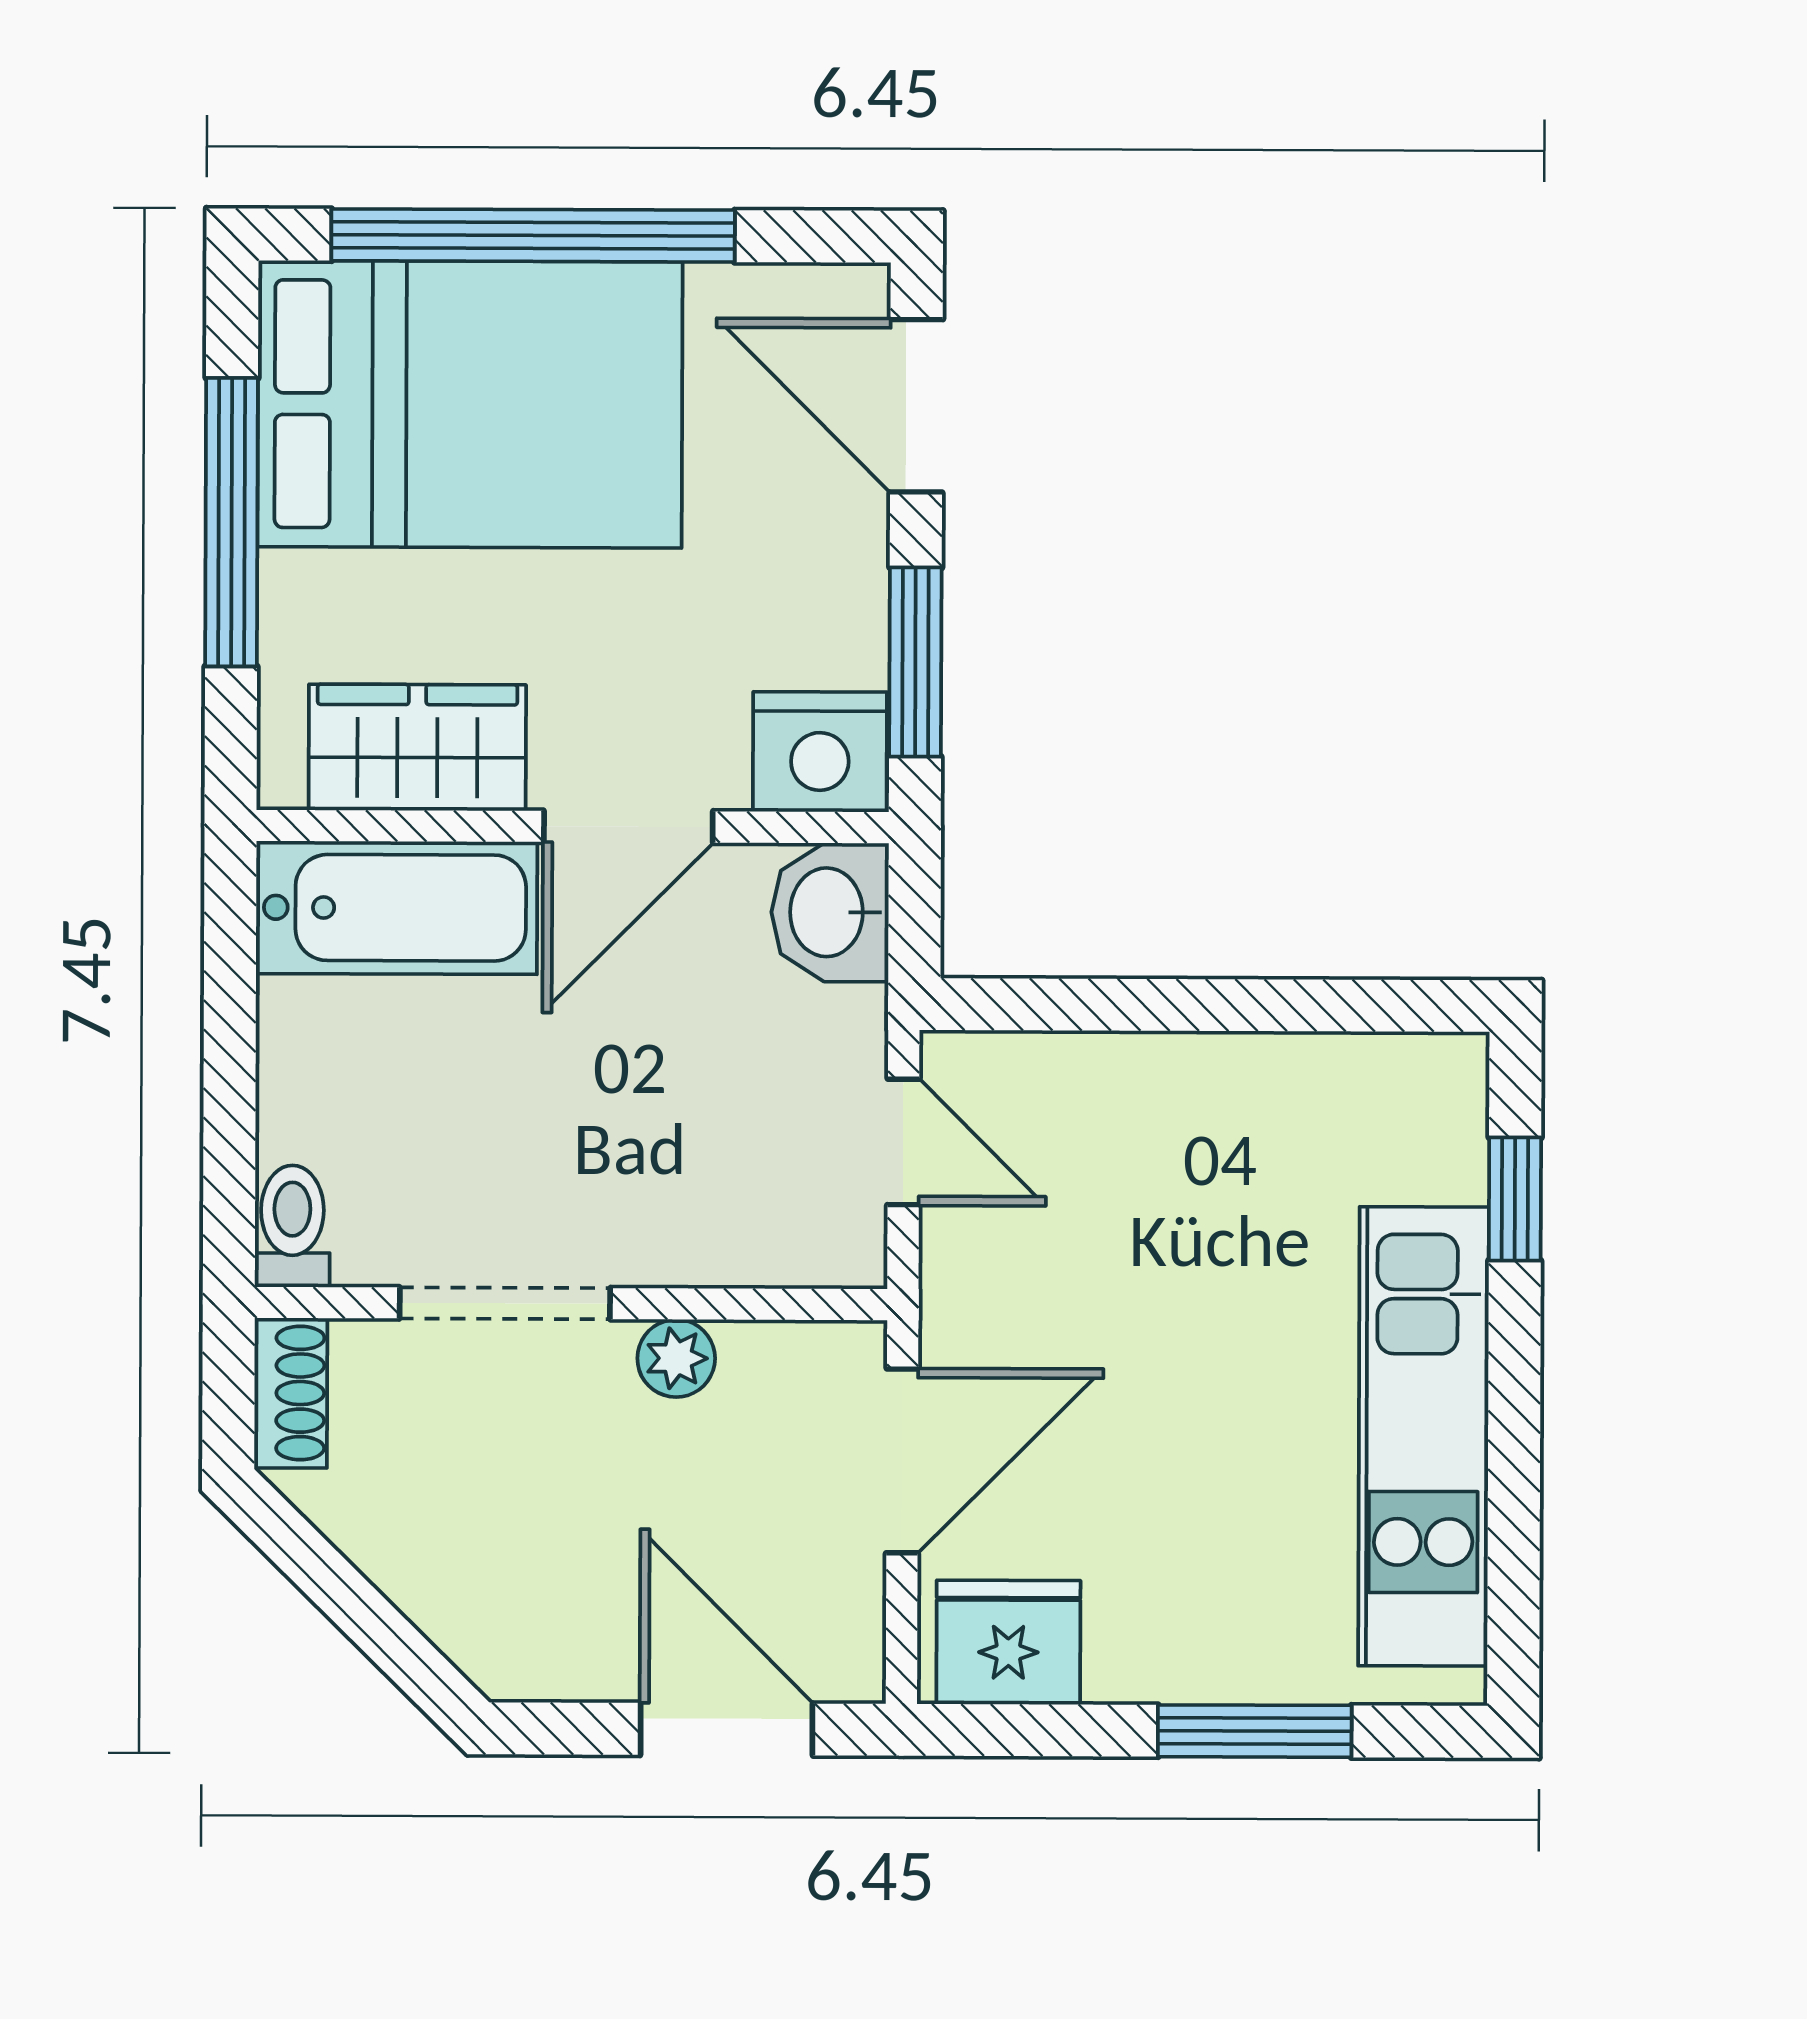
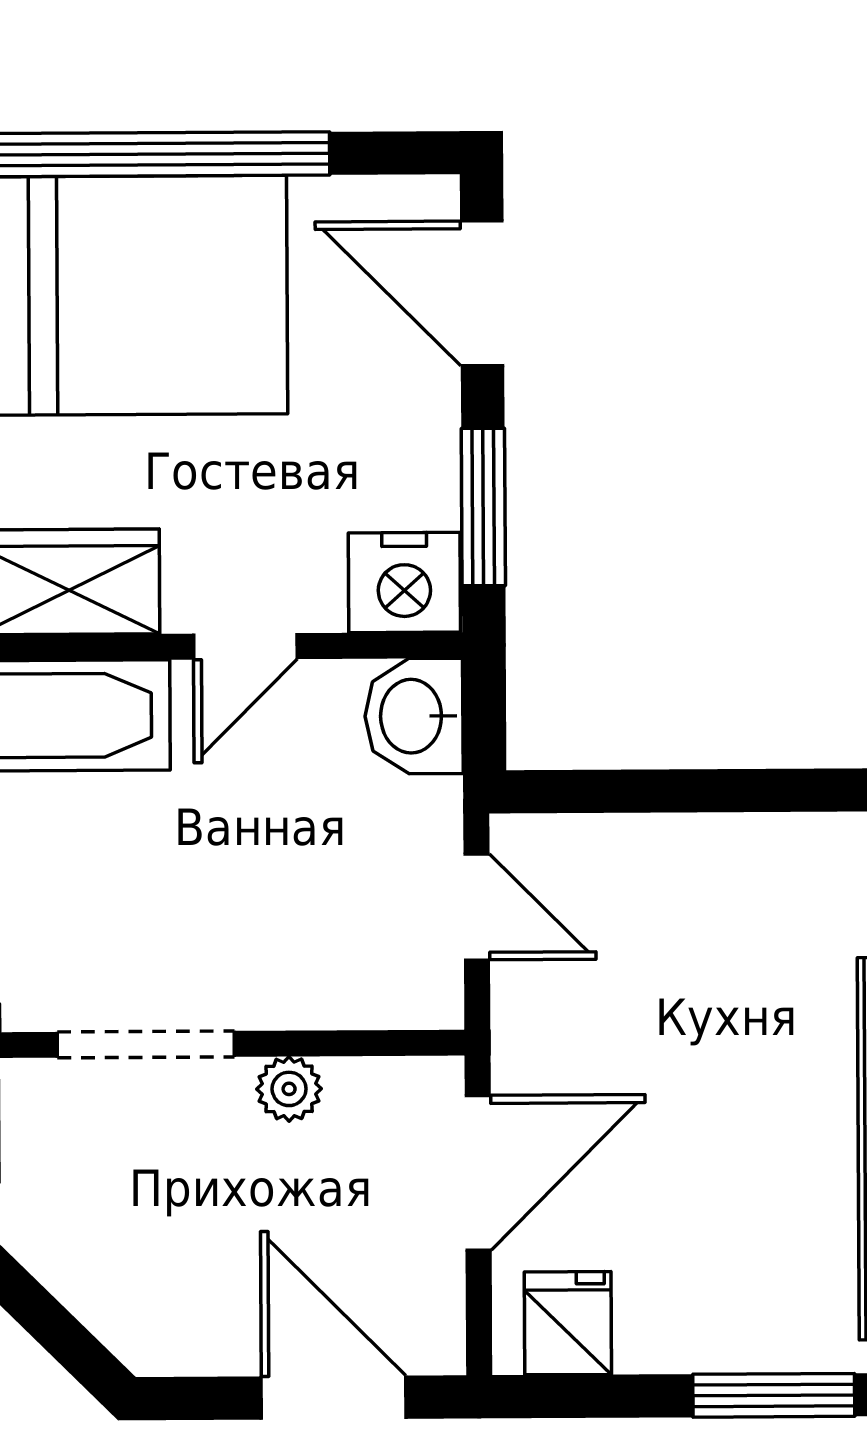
door: (628, 827) -> (245, 646), width x0.73
fridge: (1008, 1642) -> (568, 1323), width x0.72

